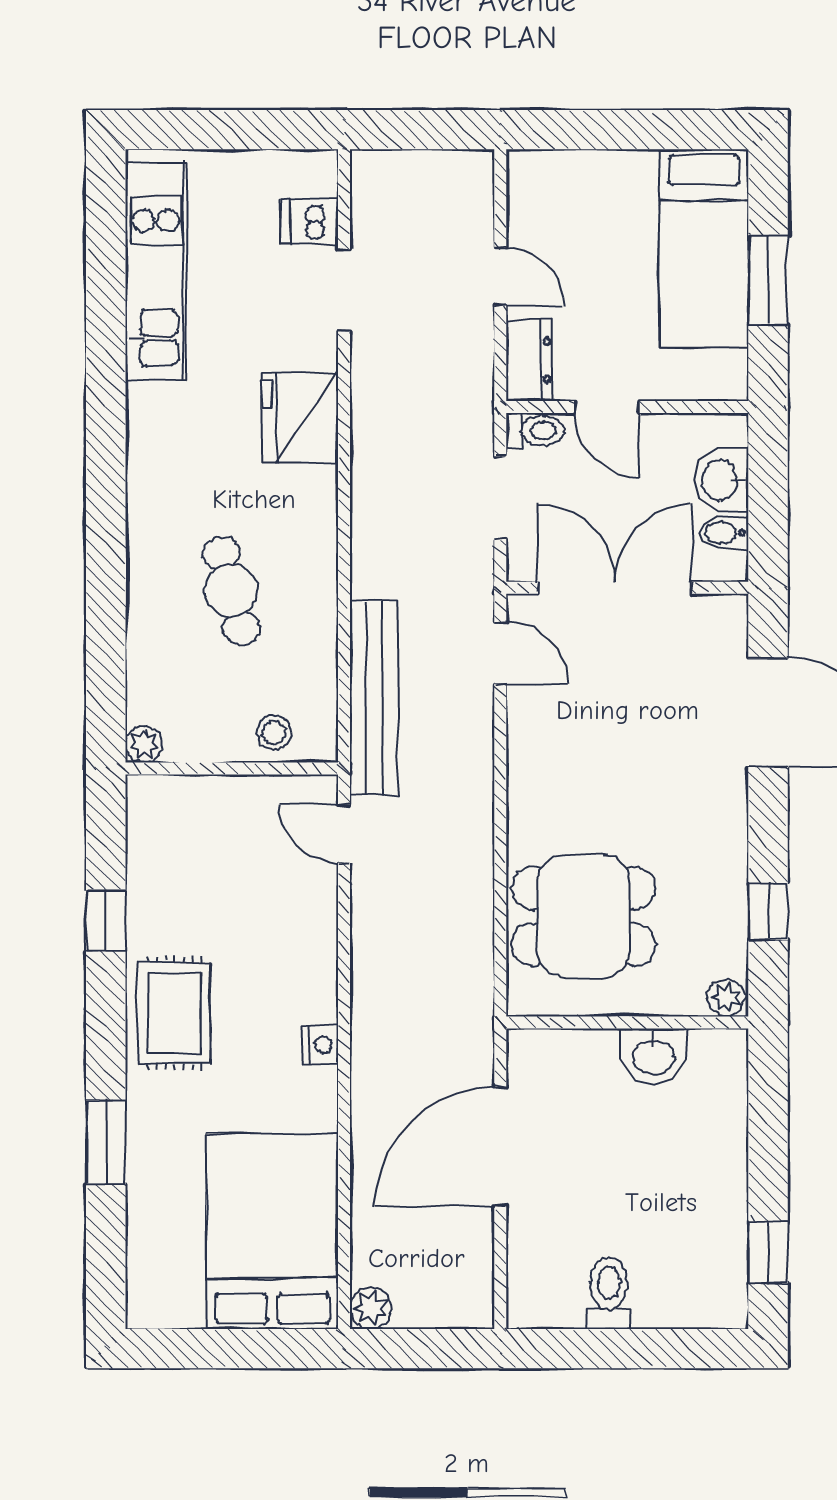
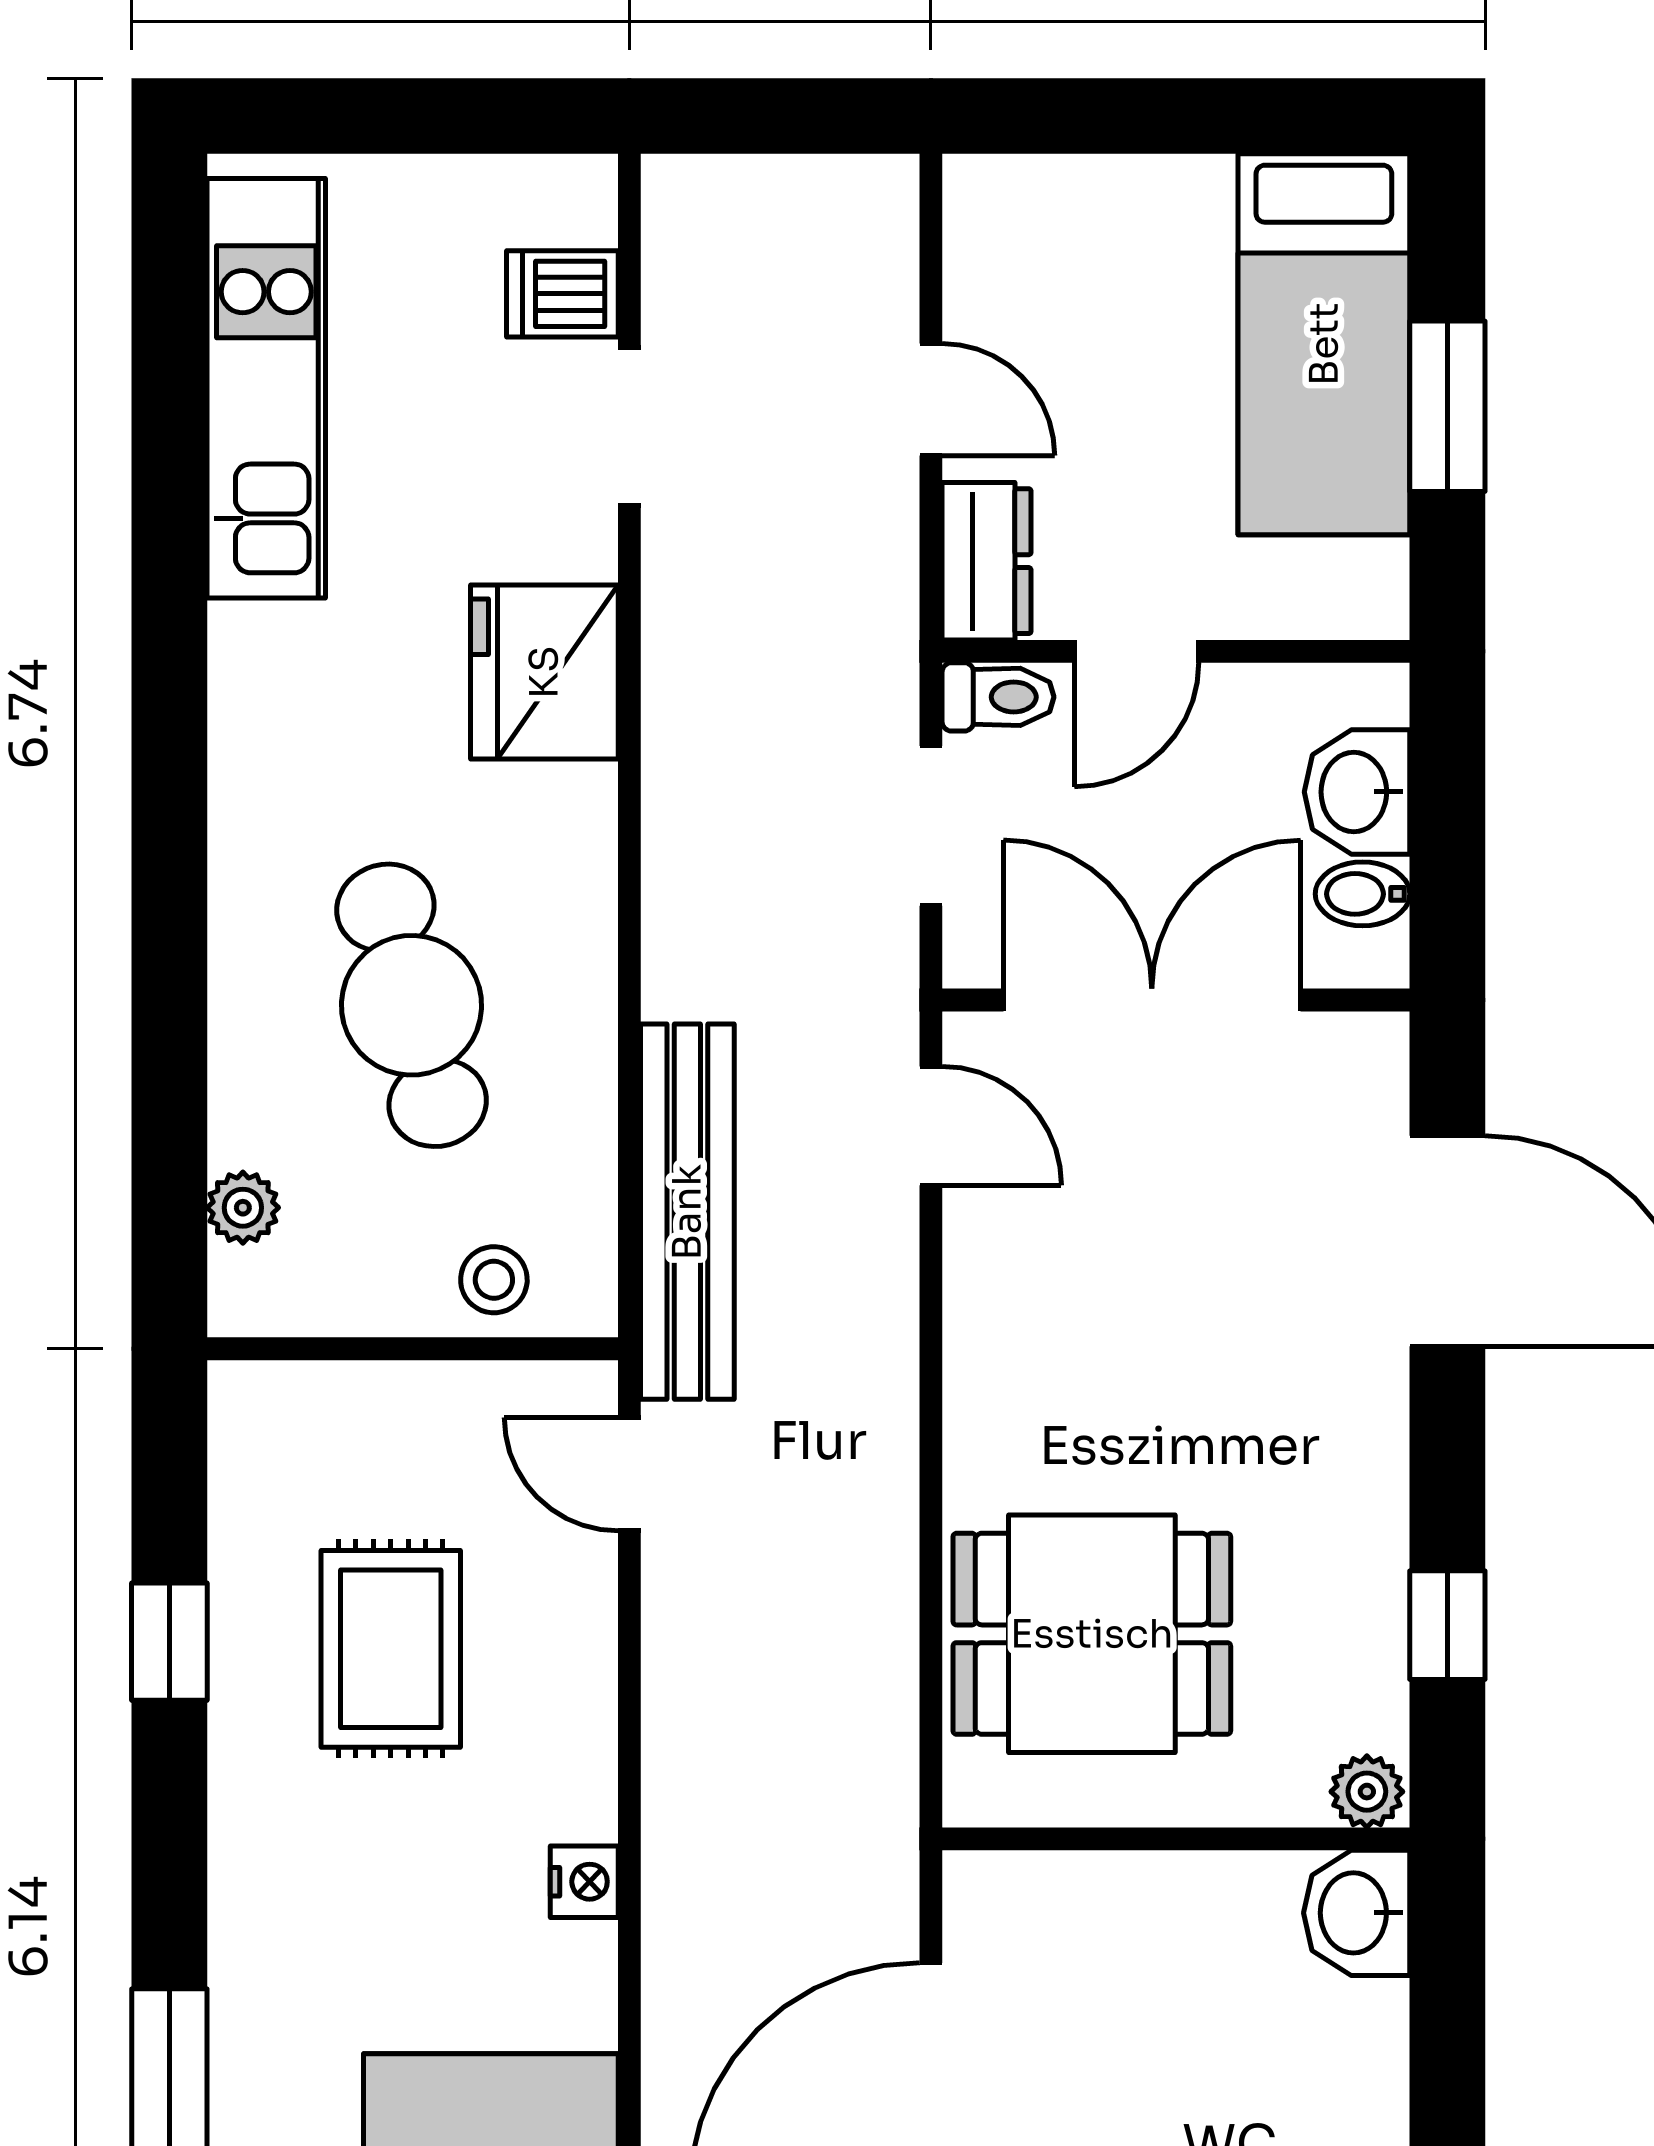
door: (607, 407) -> (1136, 651), hinge flipped
cafe table: (231, 590) -> (412, 1005), width x1.37, depth x1.35
plant: (144, 744) -> (243, 1208), moved
rug: (174, 1013) -> (391, 1649), moved
washbasin: (653, 1056) -> (1357, 1913), moved, turned 90

